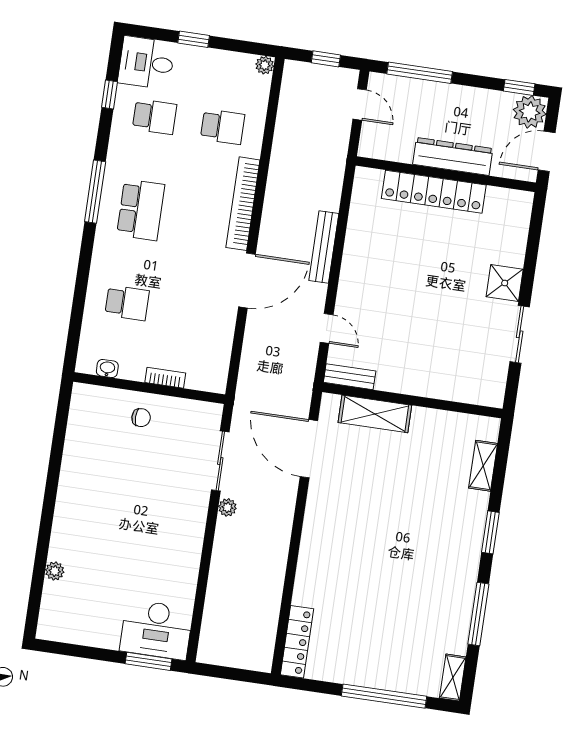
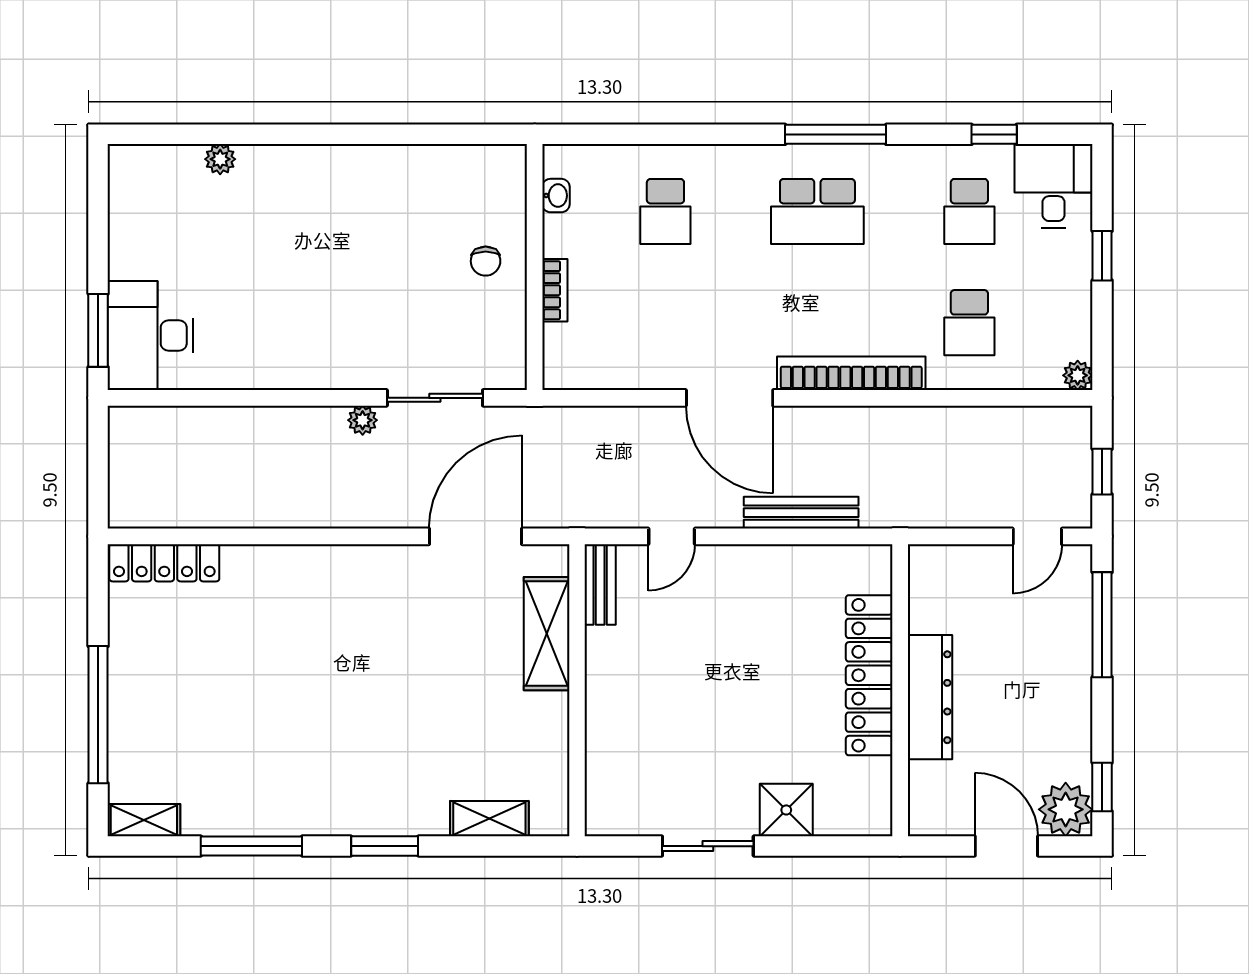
dresser: (453, 156) -> (930, 697), moved
wall: (446, 174) -> (900, 690), moved
locker: (434, 192) -> (869, 675), moved

